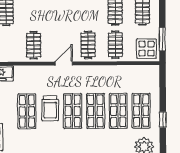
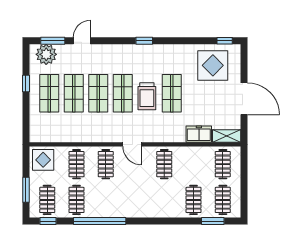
window: (162, 39) -> (26, 190), moved
door: (64, 63) -> (132, 144), hinge flipped
trolley: (50, 108) -> (147, 96), turned 180

